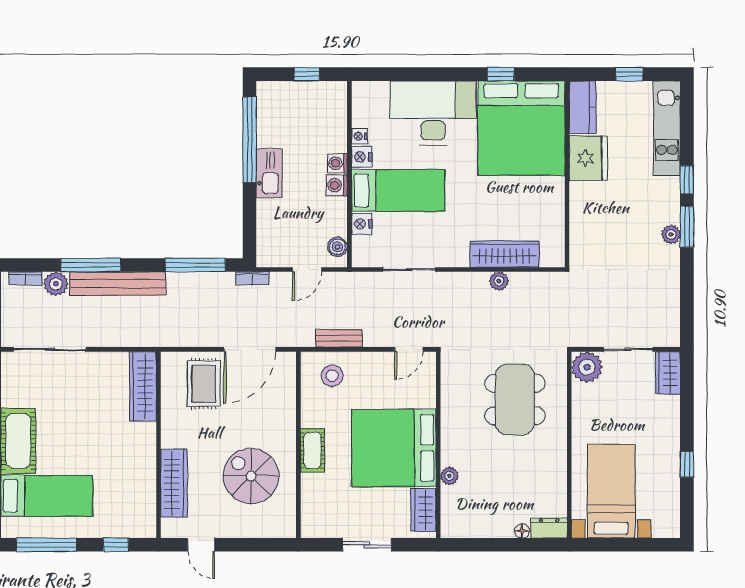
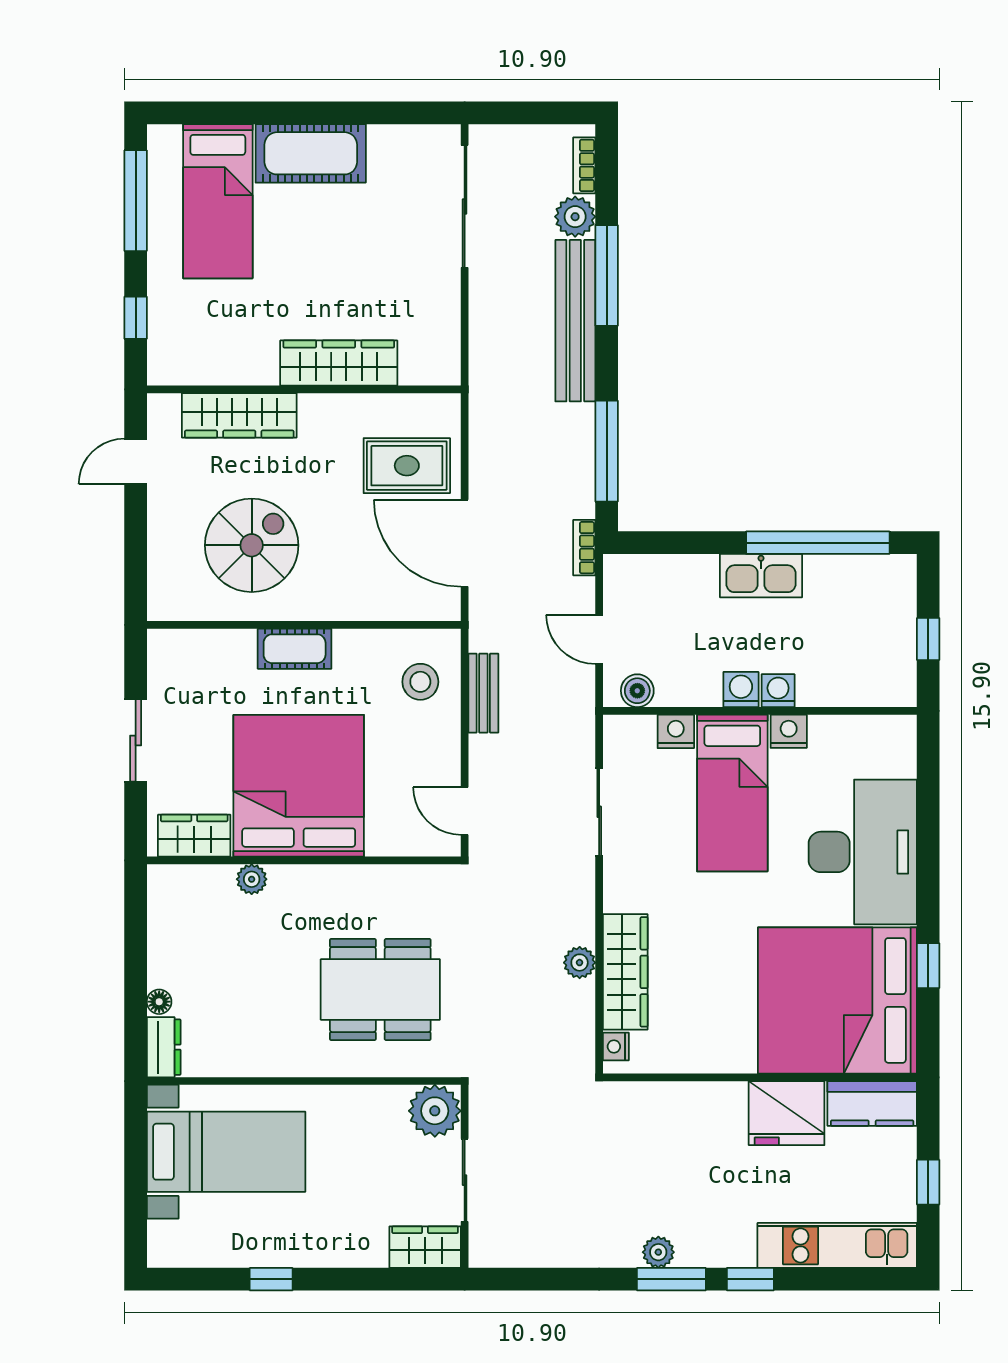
nightstand: (359, 136) -> (616, 1047), moved, turned -90
wardrobe: (143, 386) -> (339, 363), moved

